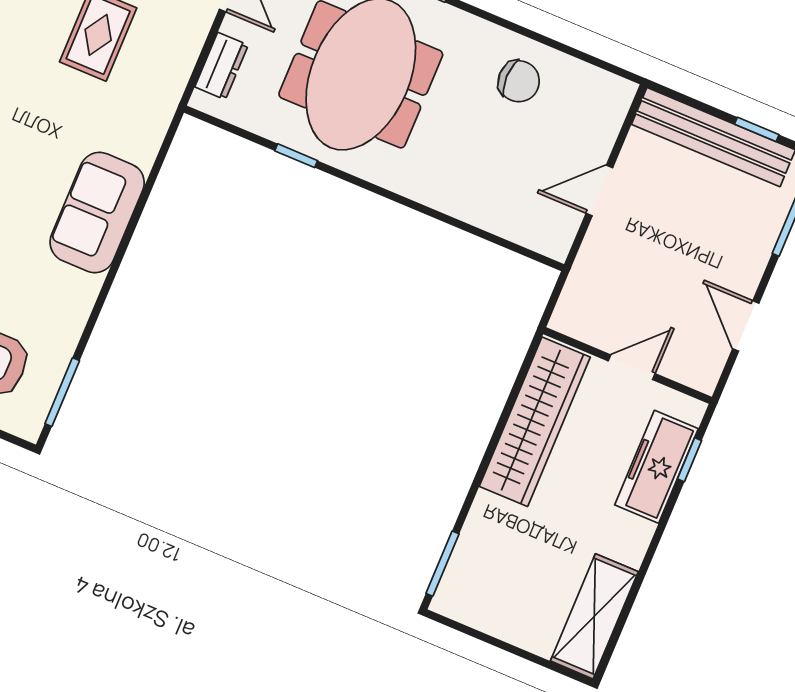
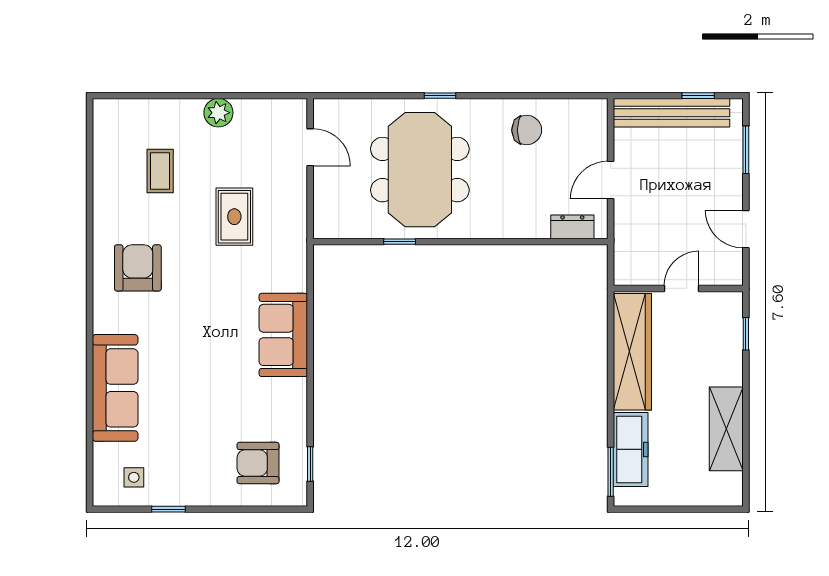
dresser: (222, 66) -> (572, 227), moved, turned -90
window: (62, 392) -> (310, 464), width x0.67
freezer: (656, 467) -> (631, 449), moved, turned 180
shelving: (594, 616) -> (726, 429), moved

